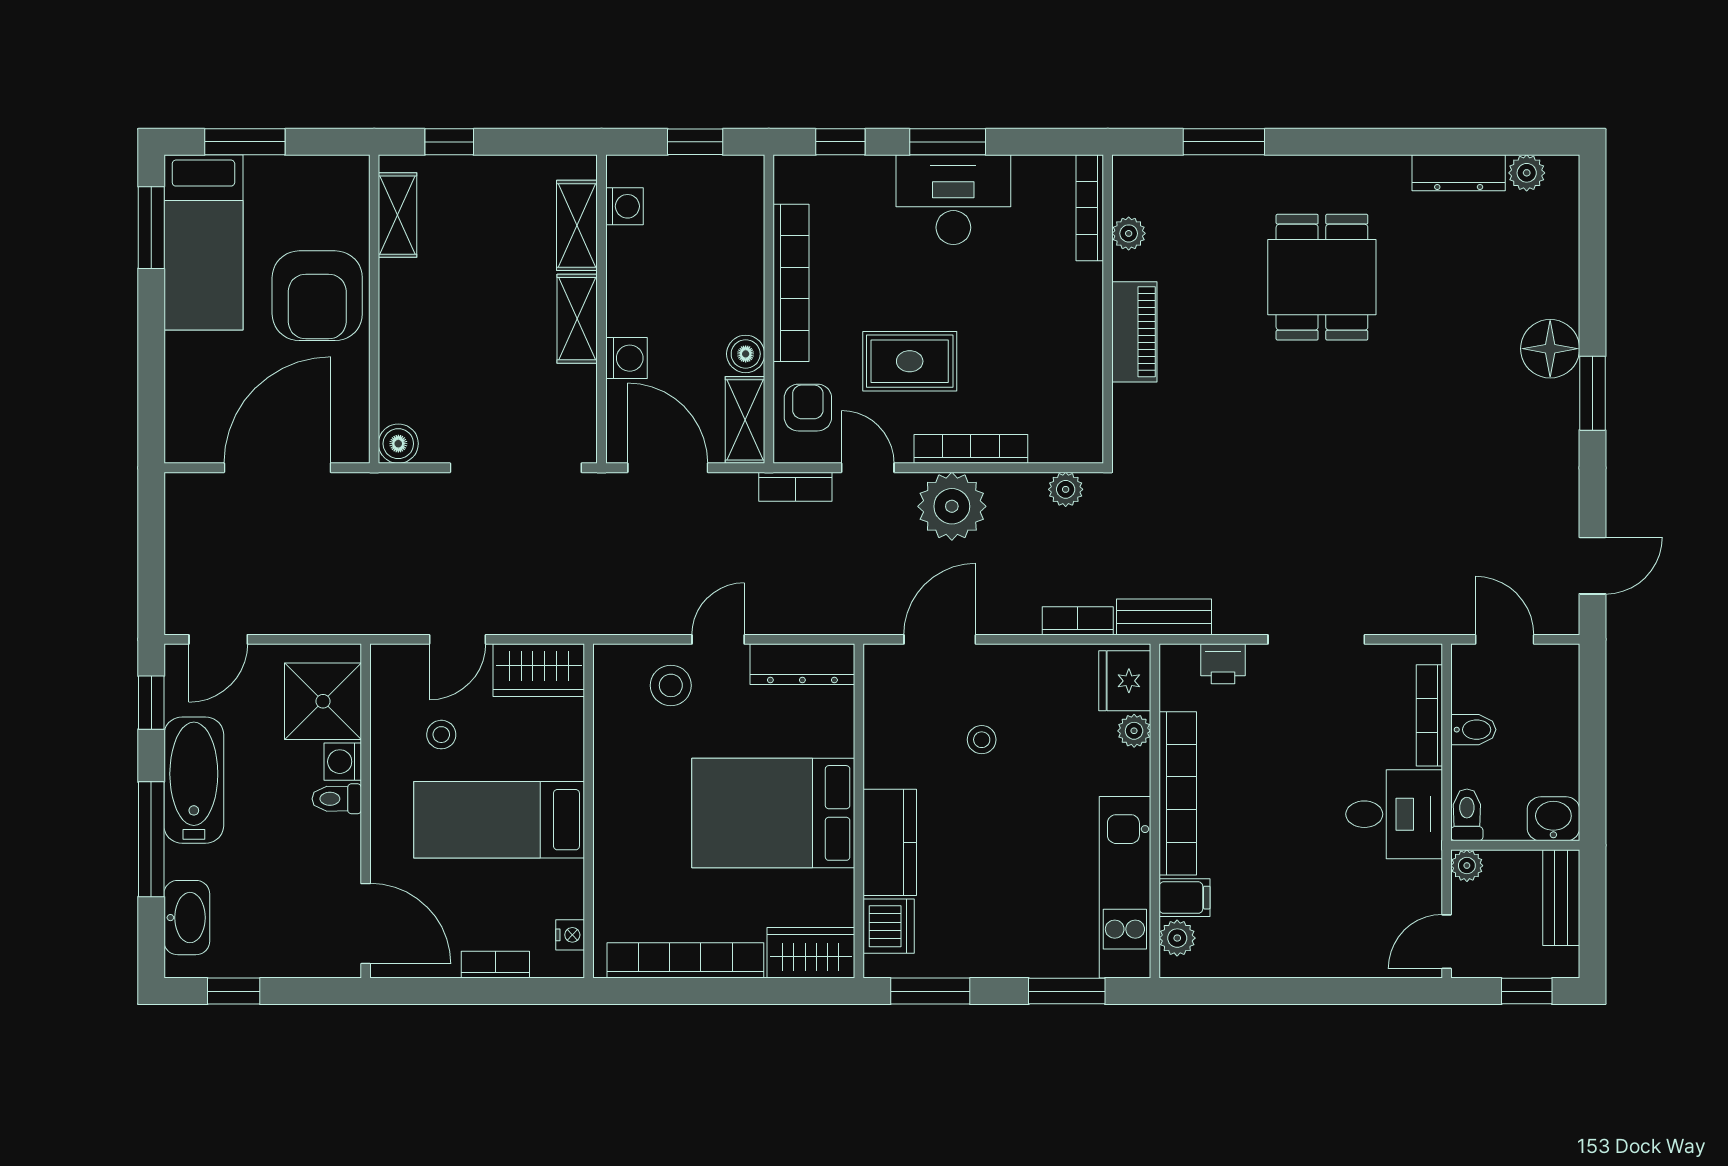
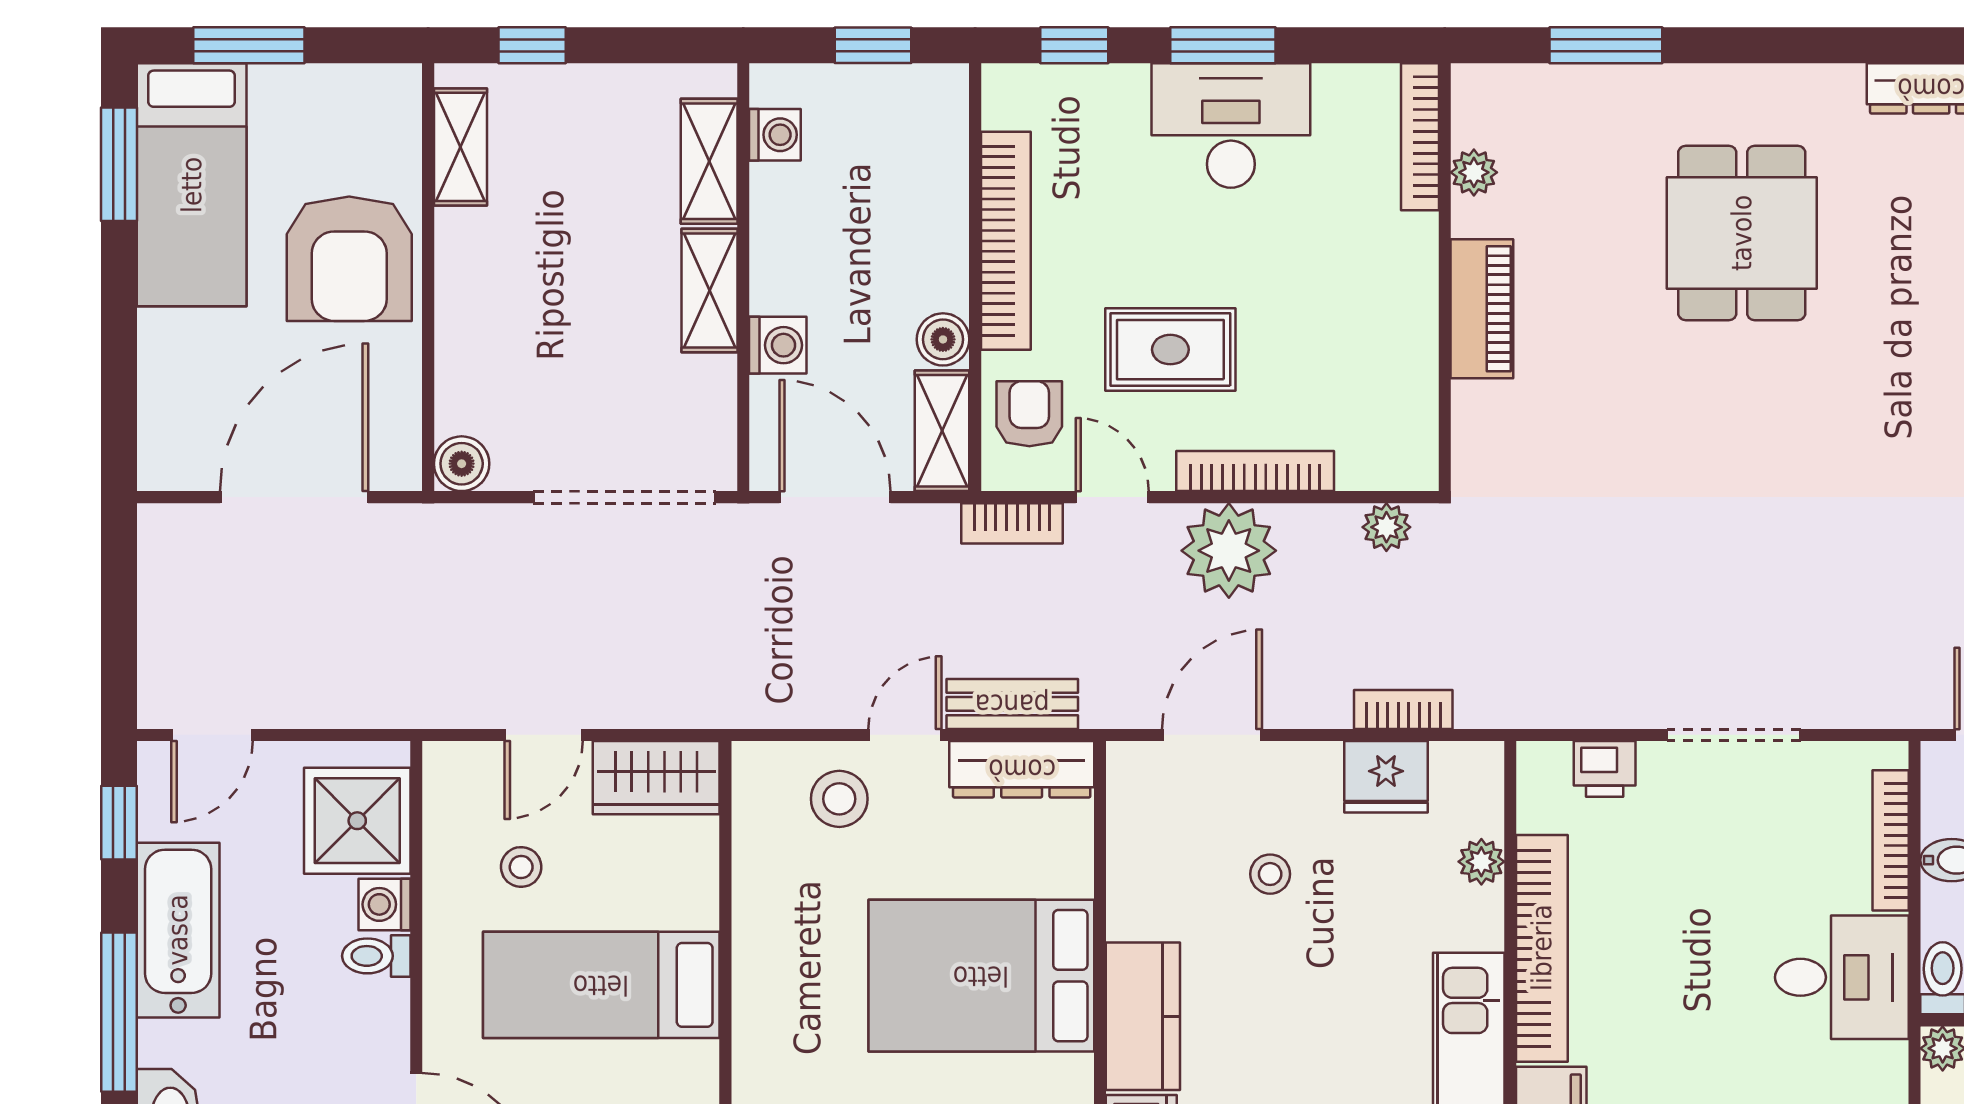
bench: (1164, 617) -> (1012, 704), moved
fridge: (1125, 681) -> (1386, 777), moved, turned -90

